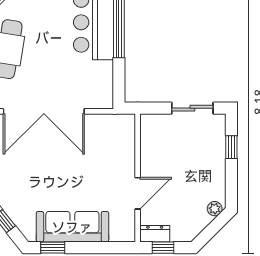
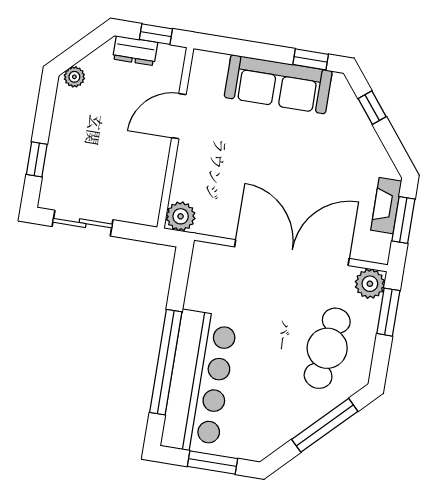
plant: (125, 124) -> (181, 216), added
dresser: (155, 234) -> (135, 51), moved

